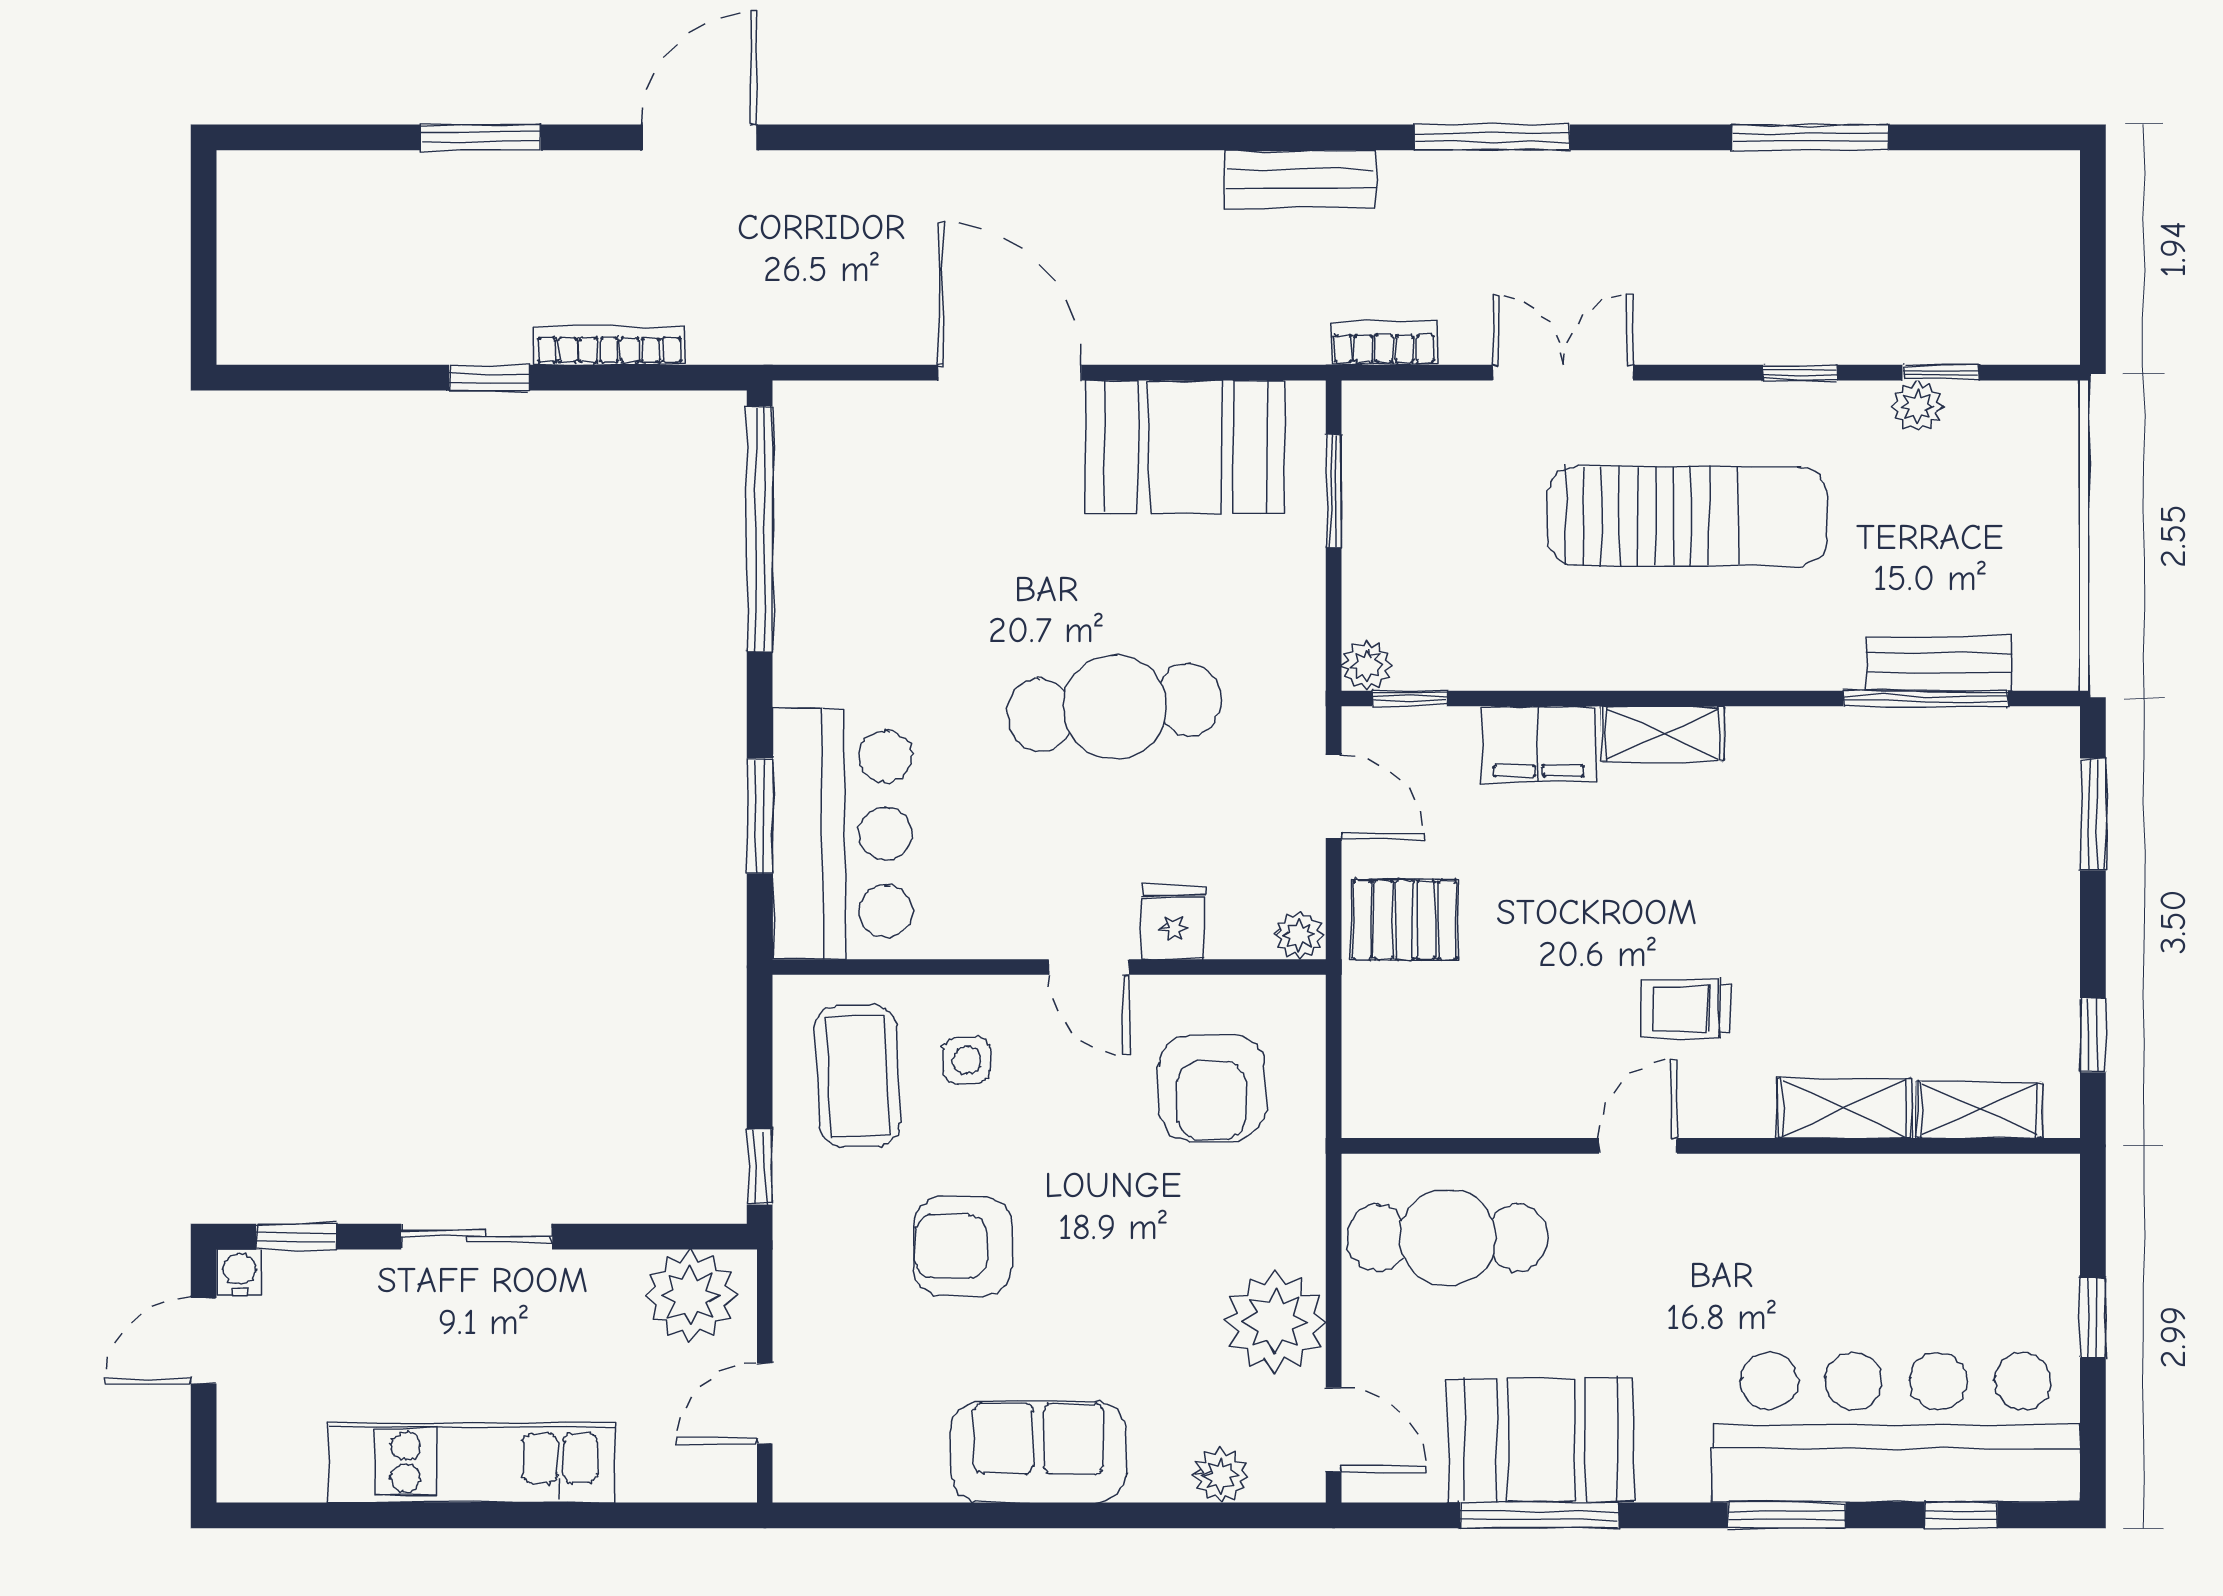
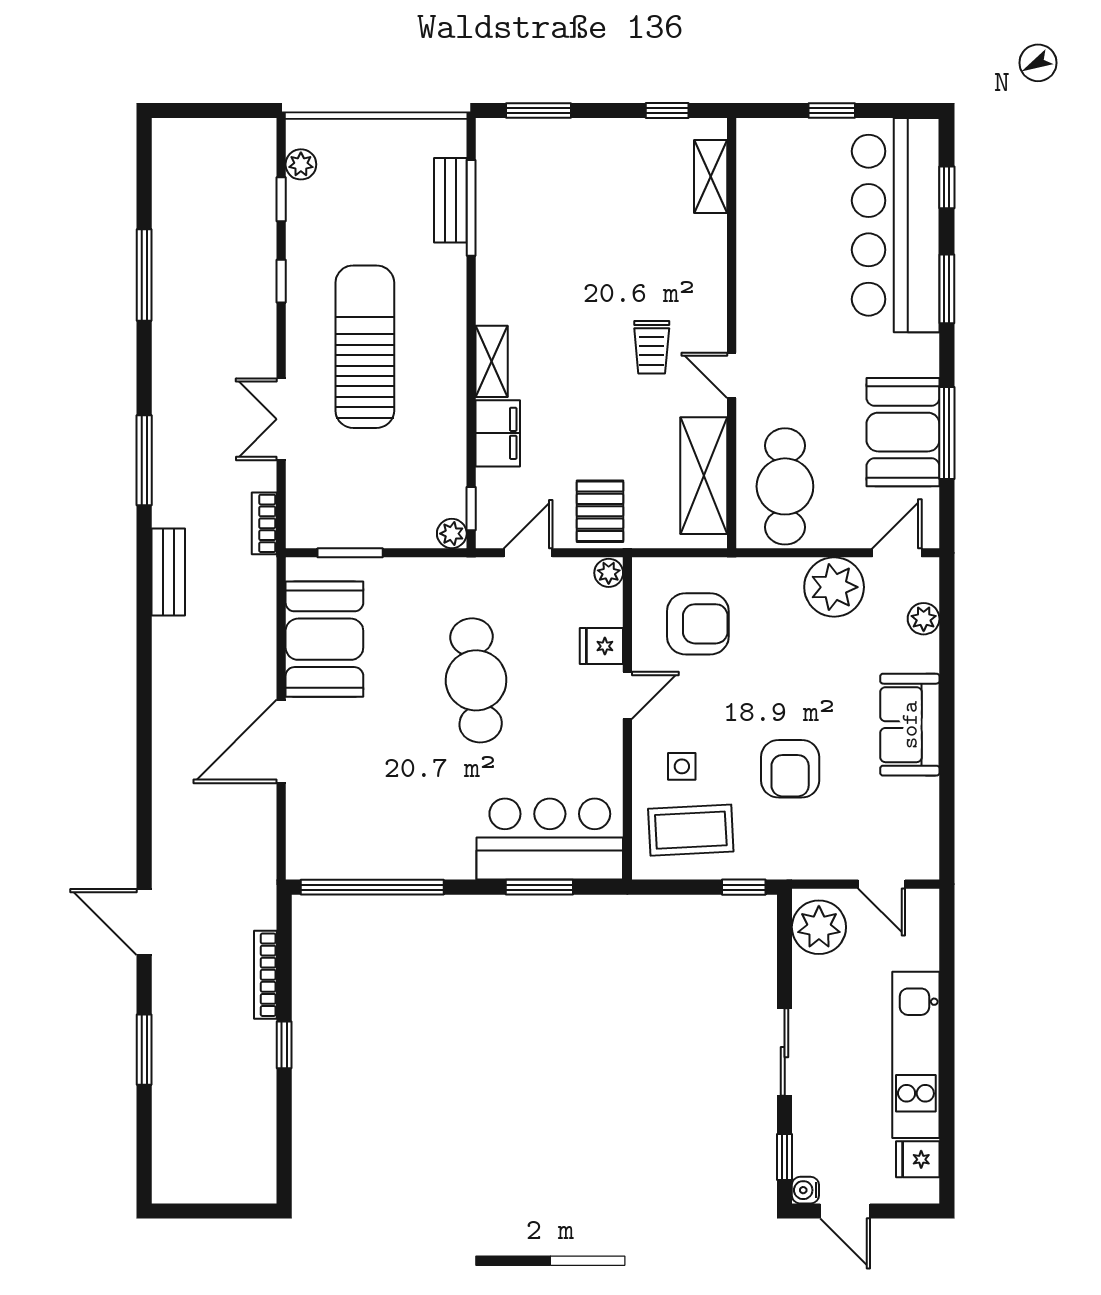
plant: (1917, 406) -> (301, 164), moved
shelving: (1845, 1108) -> (704, 476), moved, width x1.50, depth x1.33
fridge: (292, 1465) -> (918, 1159), added

